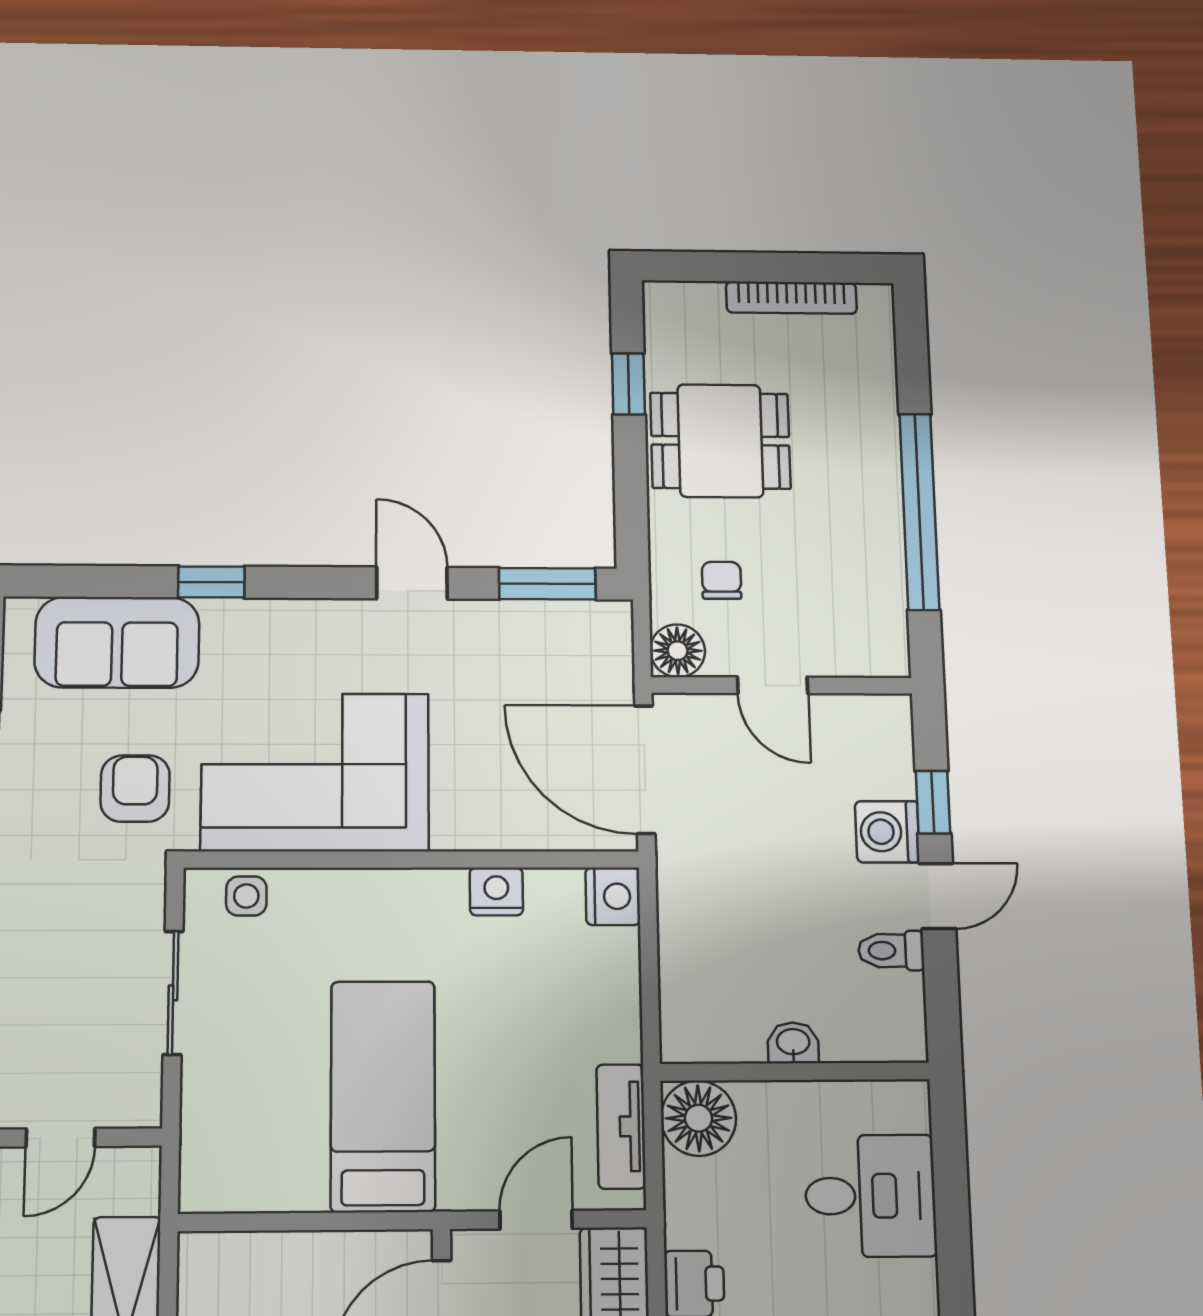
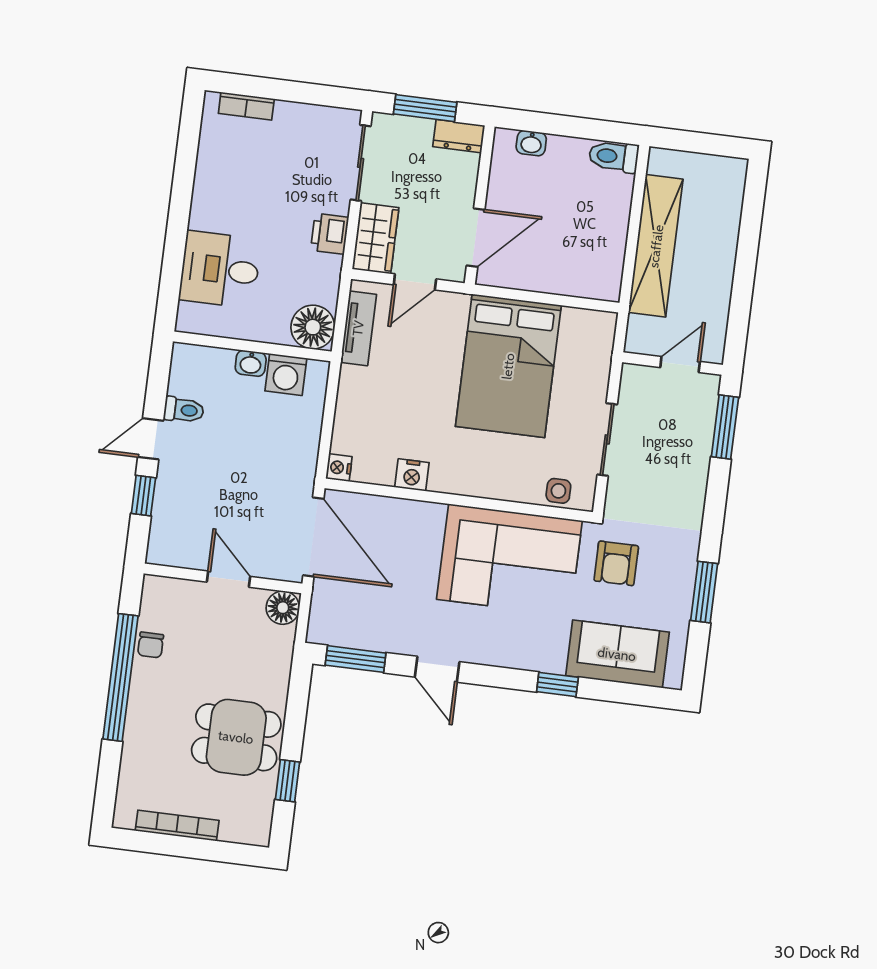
chair: (722, 580) -> (151, 645), moved
washing machine: (887, 832) -> (286, 375), moved, turned 90
nightstand: (613, 896) -> (339, 468), width x0.72, depth x0.74
bed: (383, 1096) -> (508, 366), width x1.50

